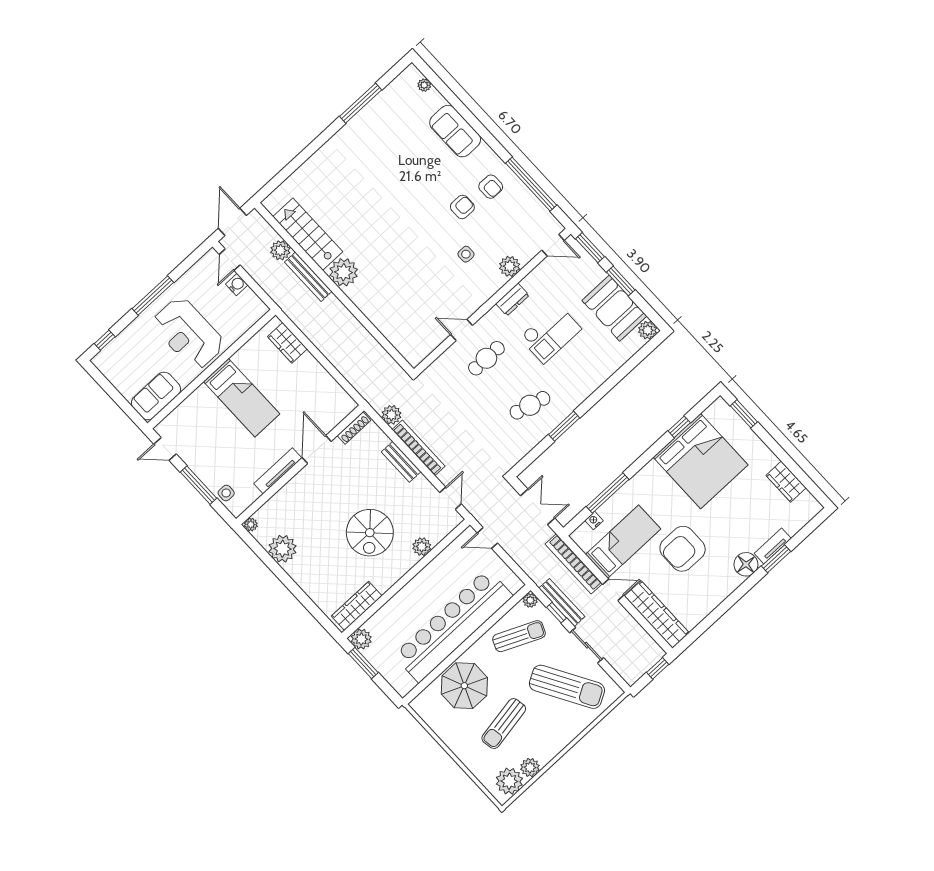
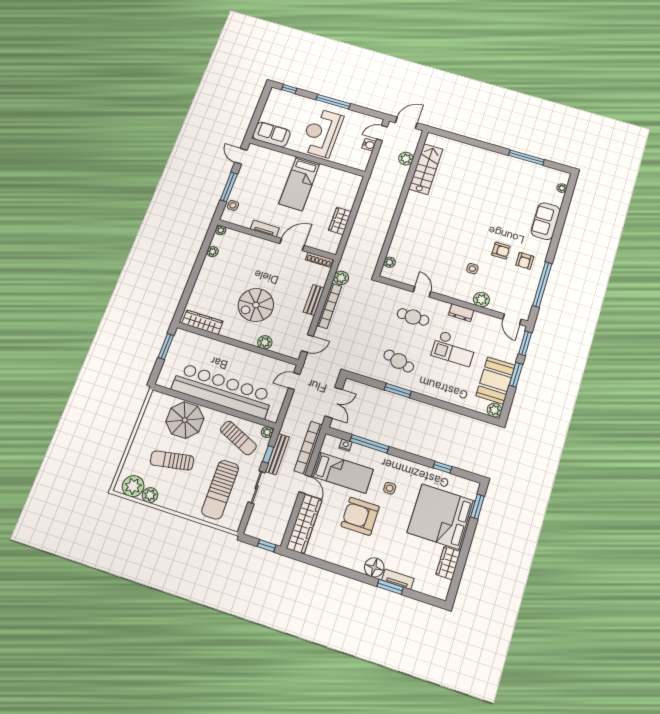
plant: (344, 272) -> (389, 262), moved, width x0.53, depth x0.53
bench: (308, 277) -> (399, 183), removed
wardrobe: (287, 343) -> (340, 221), moved
bed: (701, 461) -> (441, 517), moved, turned 90
tv unit: (278, 471) -> (265, 228), width x0.71
side table: (670, 499) -> (390, 488), added
door: (487, 538) -> (294, 381), hinge flipped
plant: (283, 549) -> (213, 252), width x0.53, depth x0.53
plant: (361, 639) -> (181, 337), removed
sun lounger: (567, 687) -> (220, 490), turned 30

